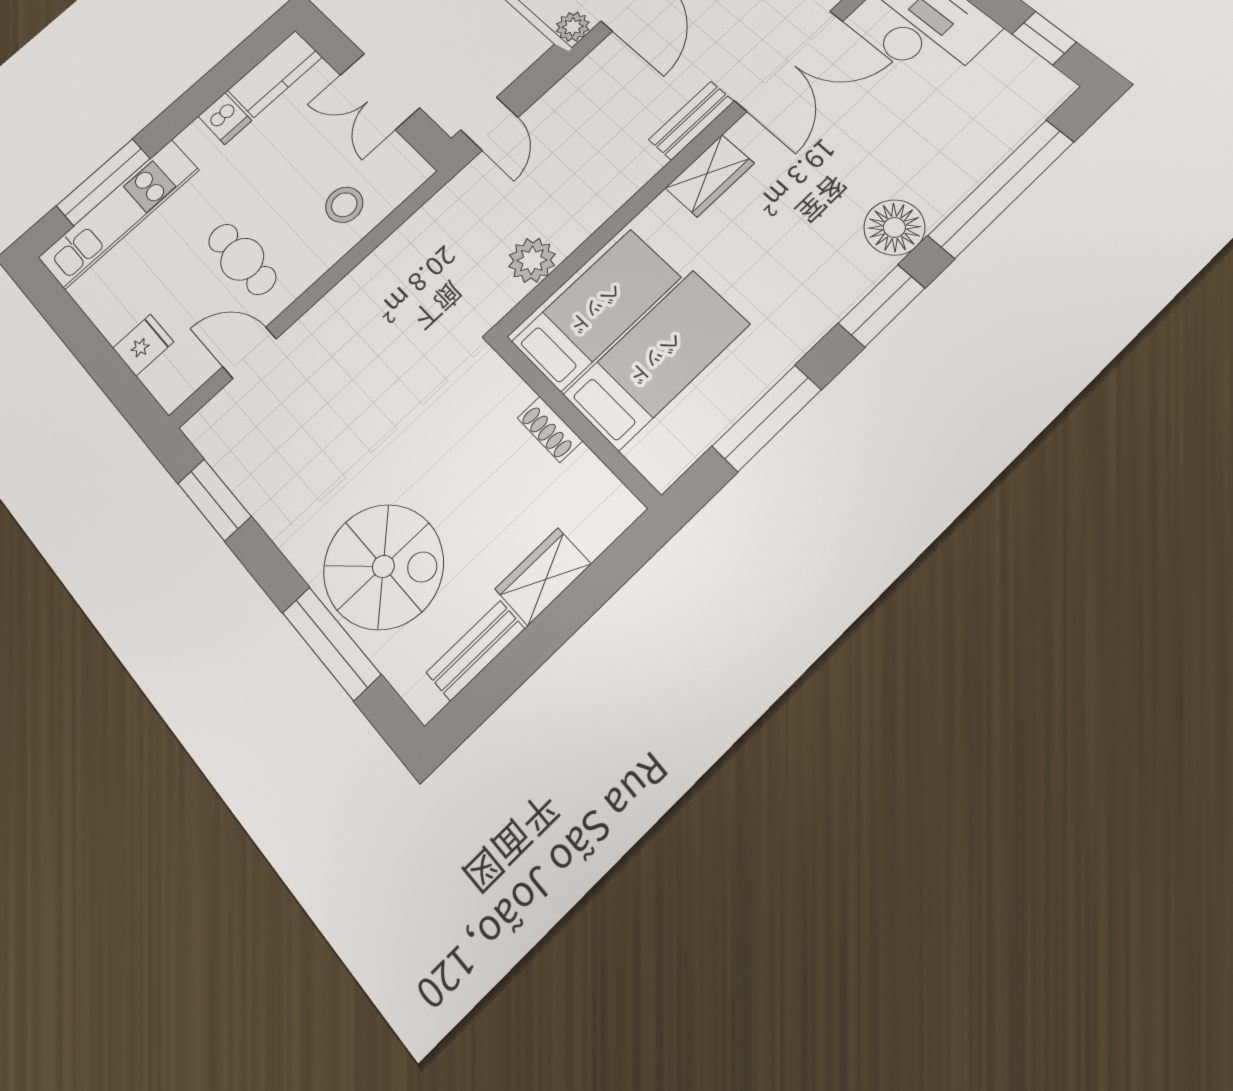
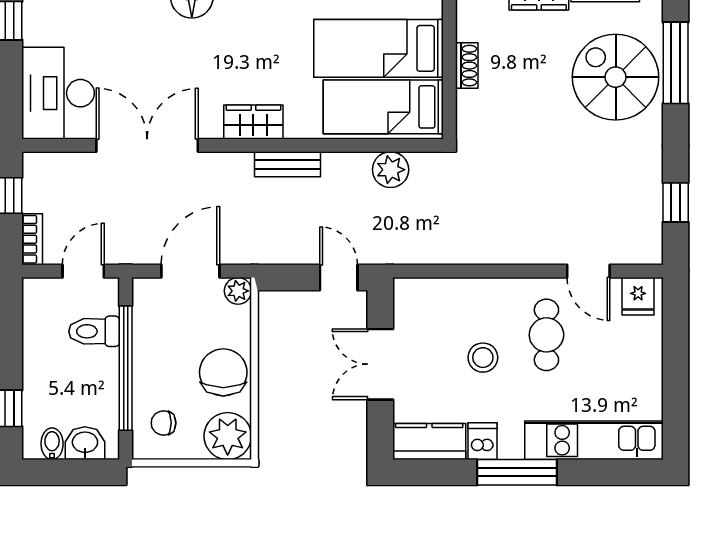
double door: (380, 91) -> (380, 364), swing flipped
bench: (691, 121) -> (288, 164), moved
door: (489, 124) -> (339, 277), hinge flipped
window: (103, 182) -> (517, 472), moved
stool: (344, 205) -> (483, 358), moved
fridge: (143, 345) -> (638, 296), moved, turned -90
window: (214, 500) -> (676, 202), width x0.67

